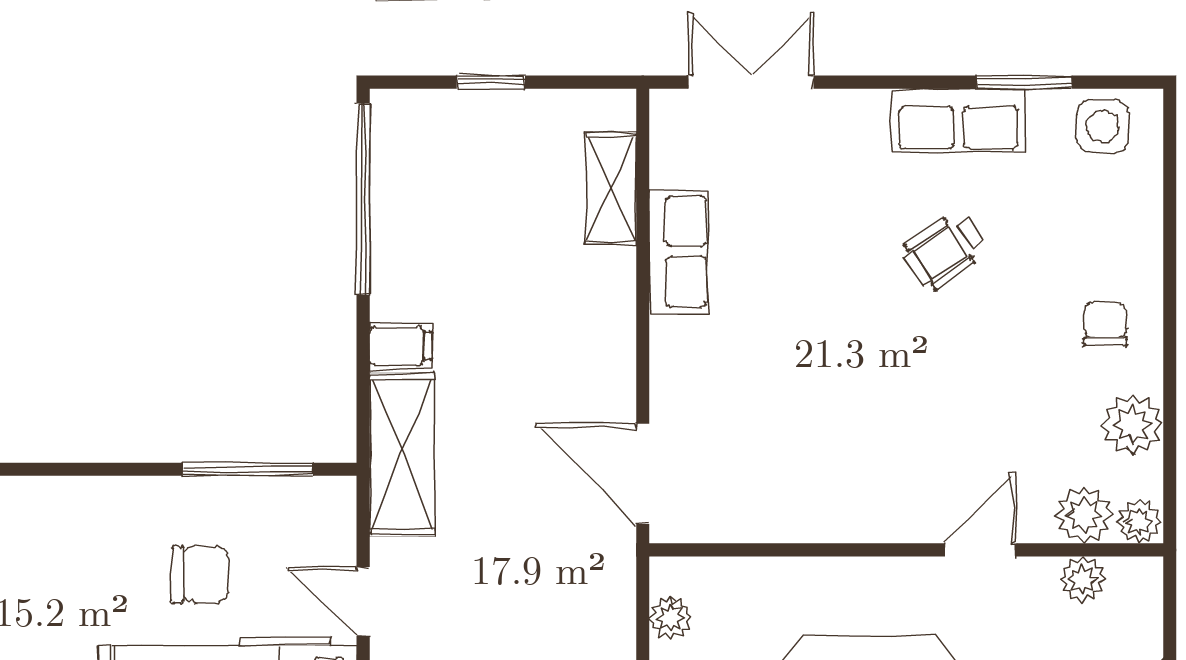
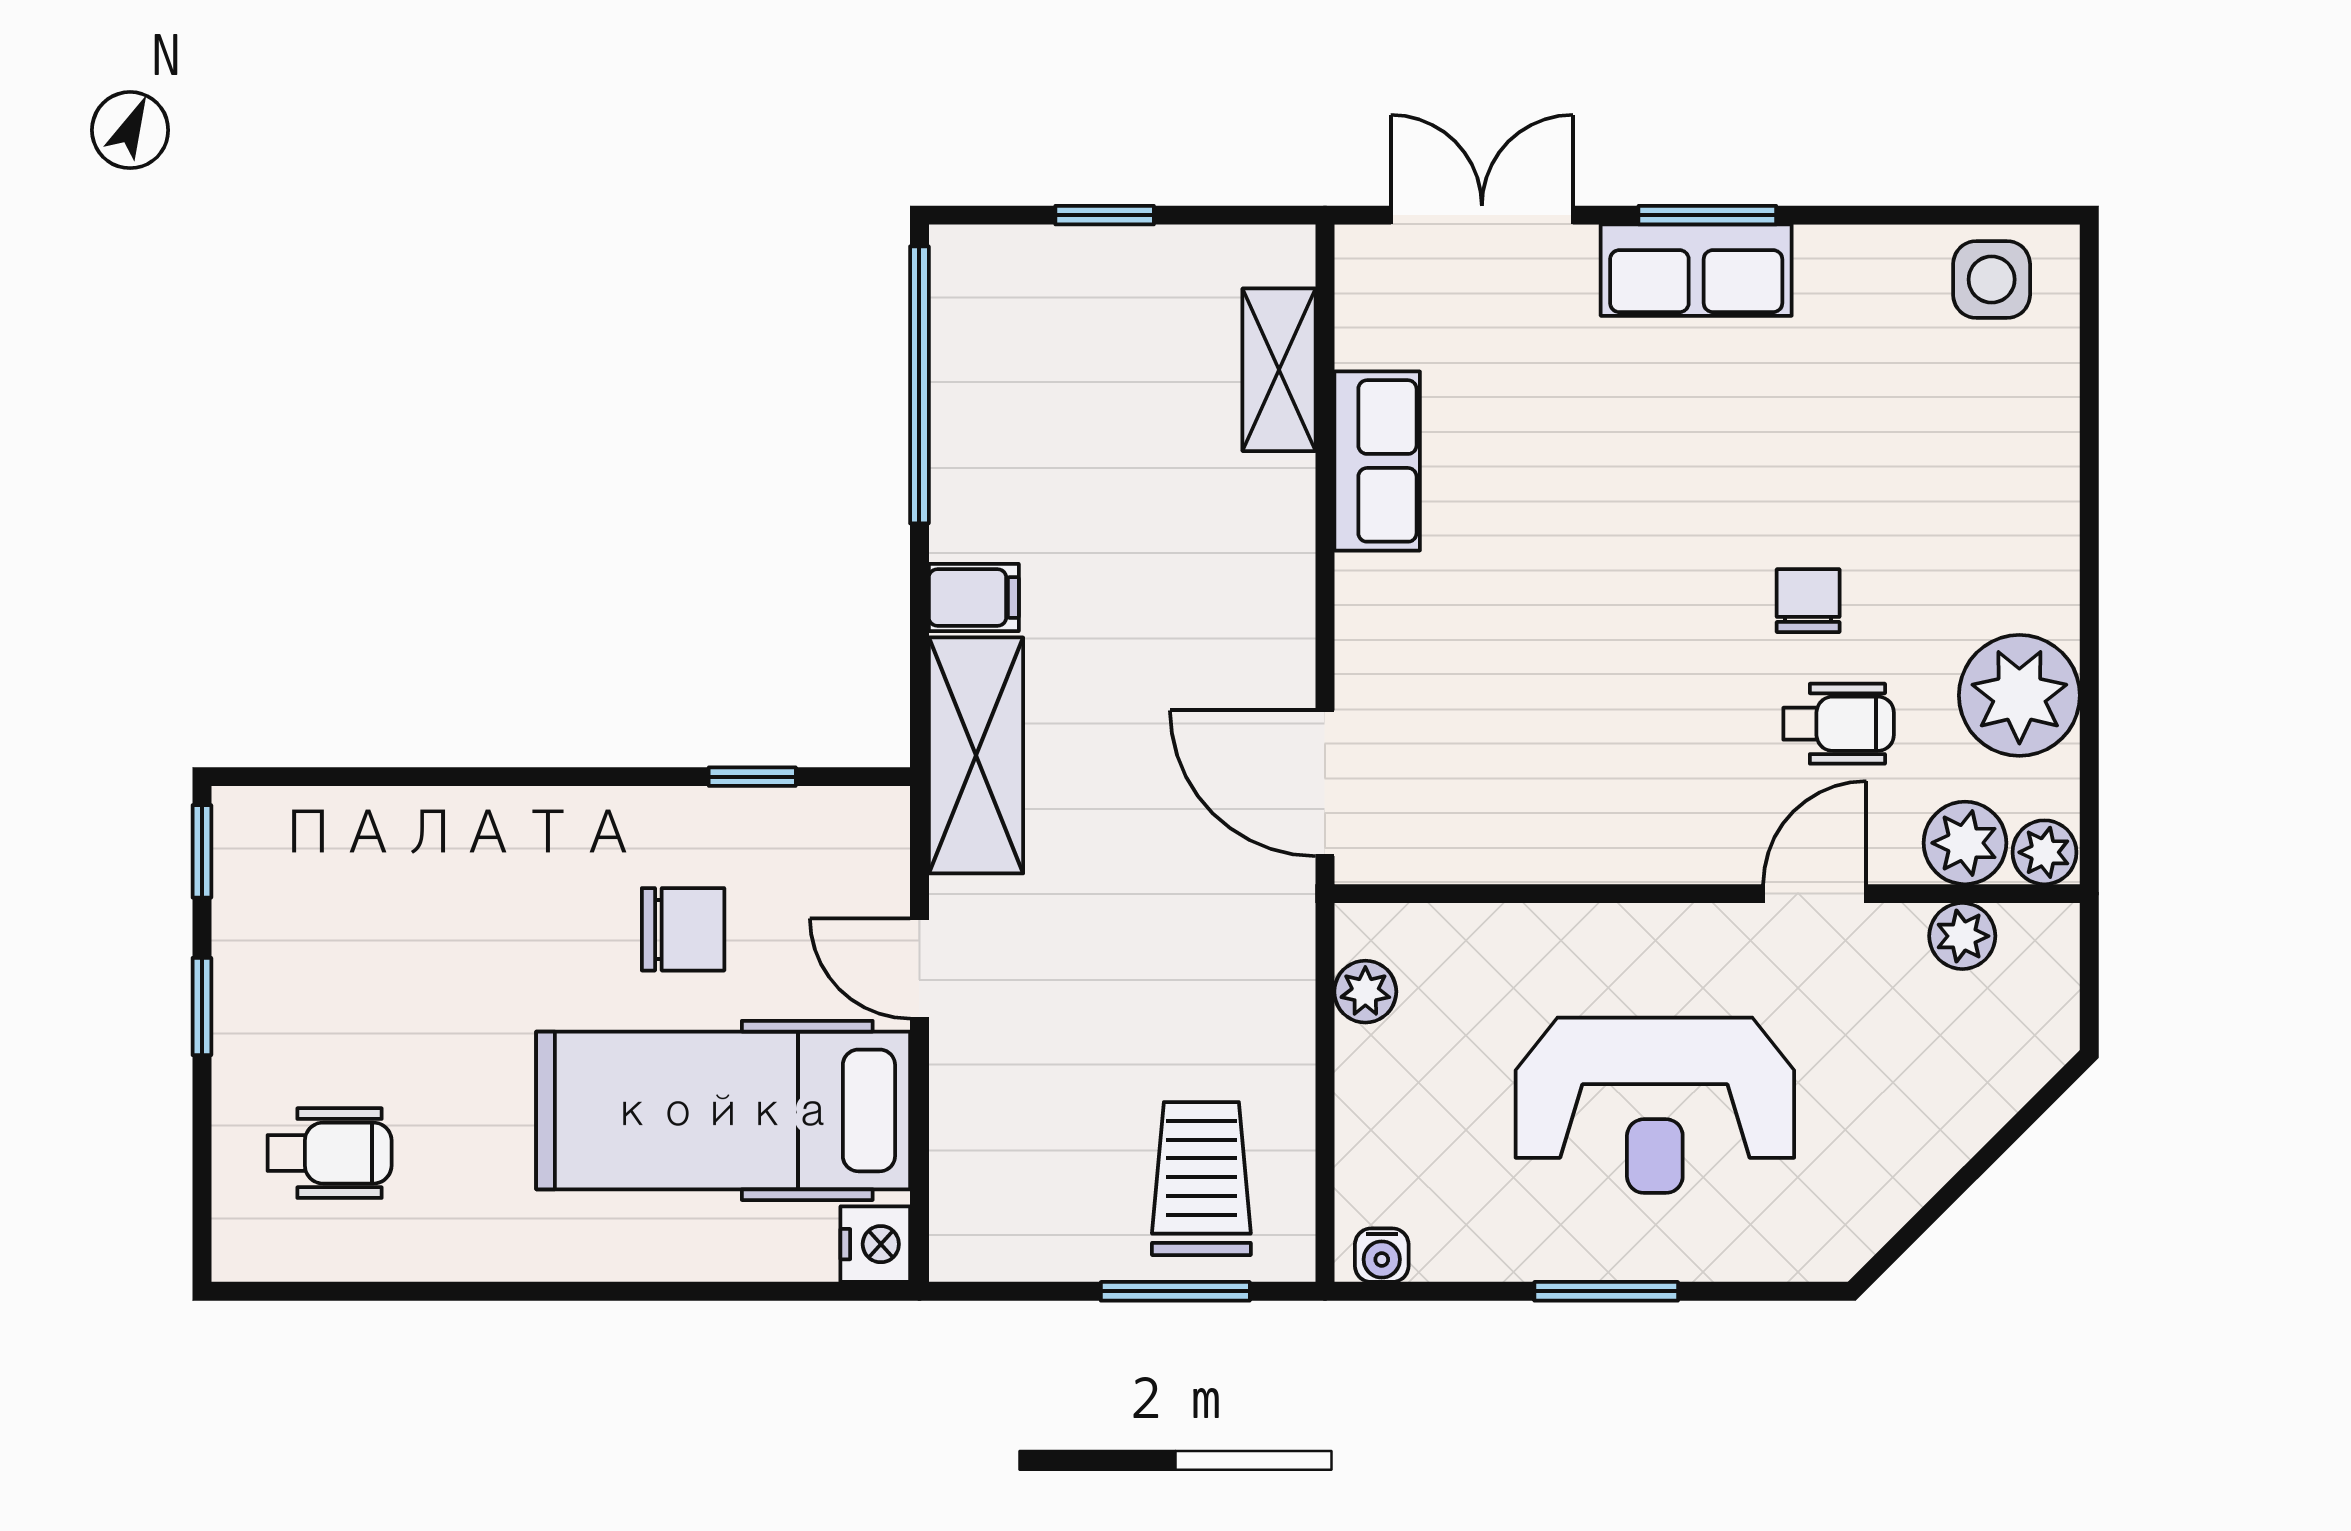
window: (1024, 82) -> (1707, 215), moved
row of seats: (959, 120) -> (1696, 270), moved
wheelchair: (945, 250) -> (1839, 724), moved, turned -145
chair: (1105, 324) -> (1808, 601), moved
plant: (1133, 424) -> (2019, 695), width x1.36, depth x1.36
window: (248, 469) -> (752, 777), width x0.46

